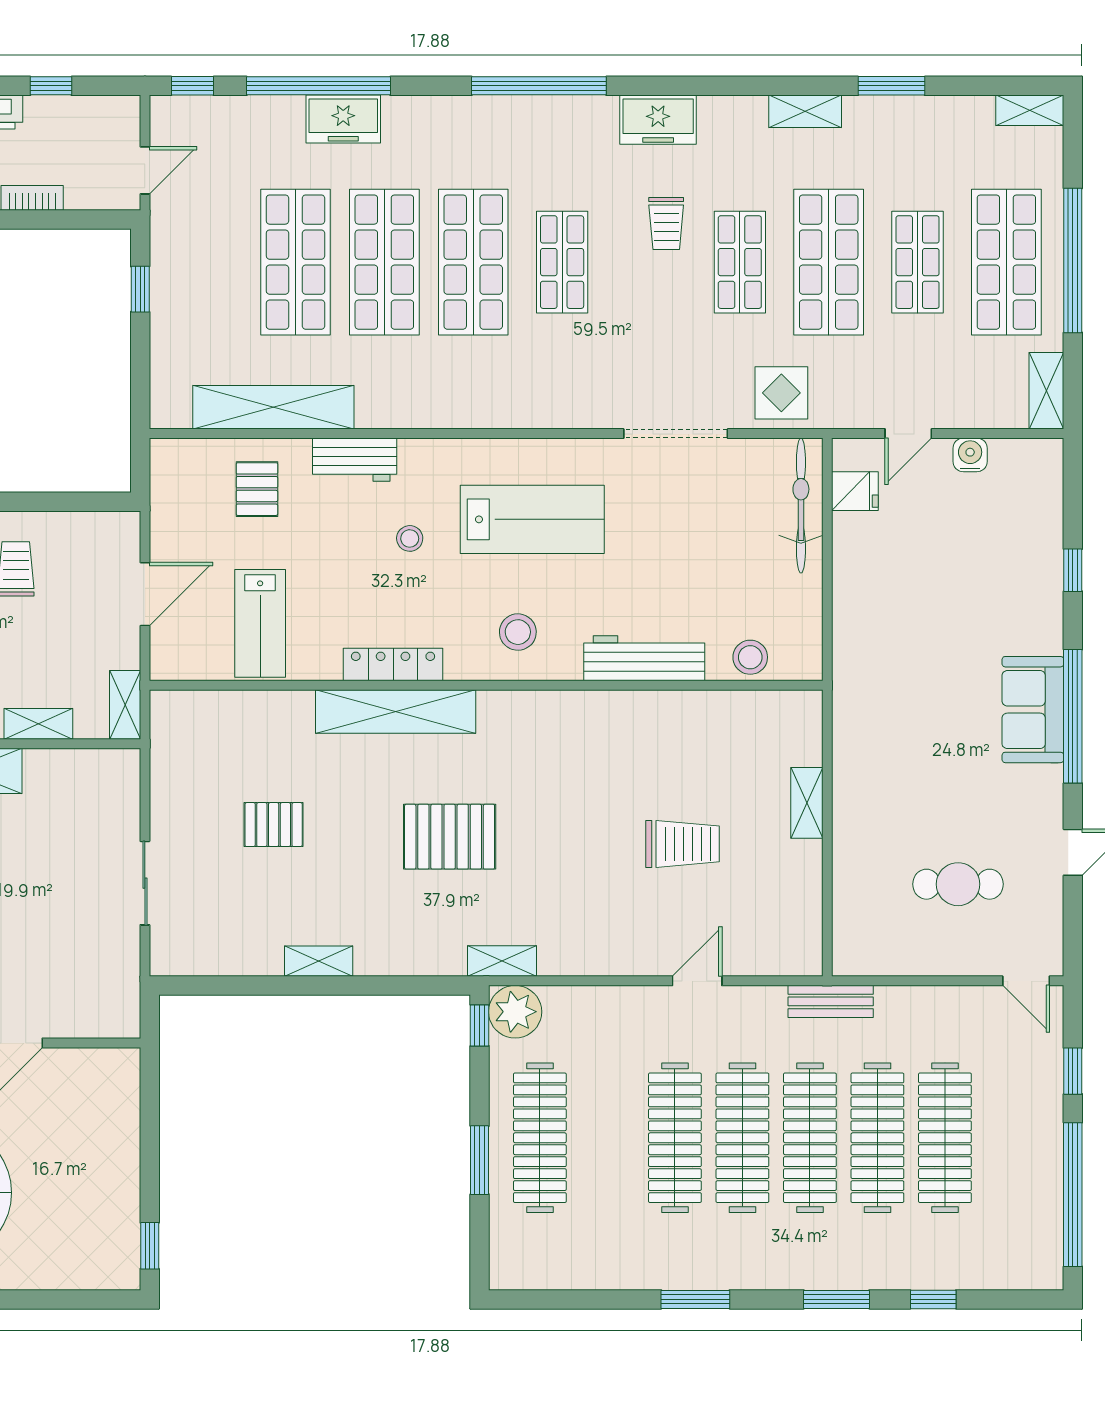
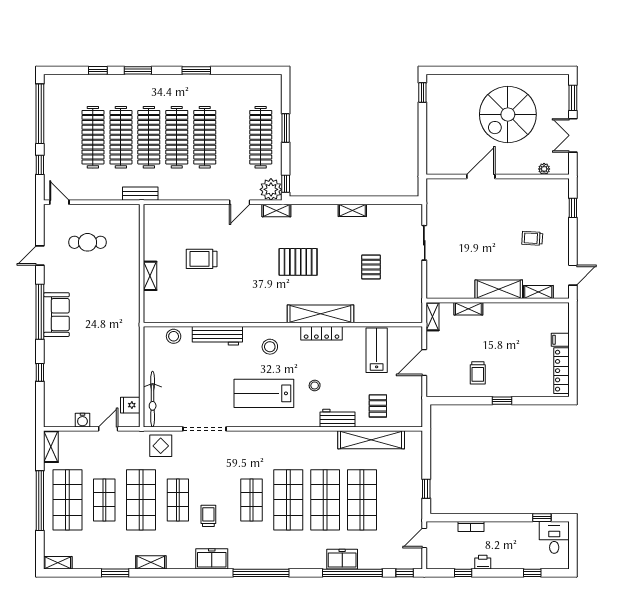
pallet: (274, 825) -> (371, 267), turned 90
door: (697, 981) -> (240, 202), moved

